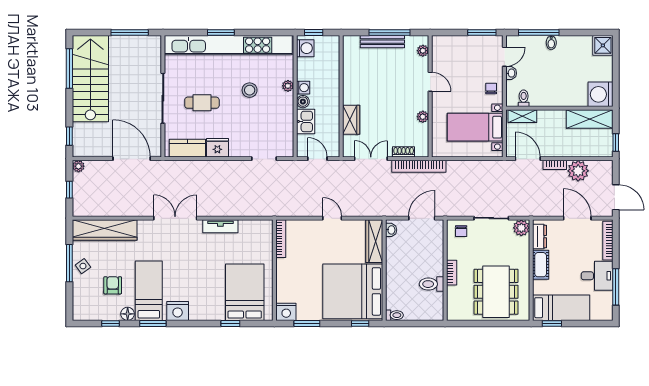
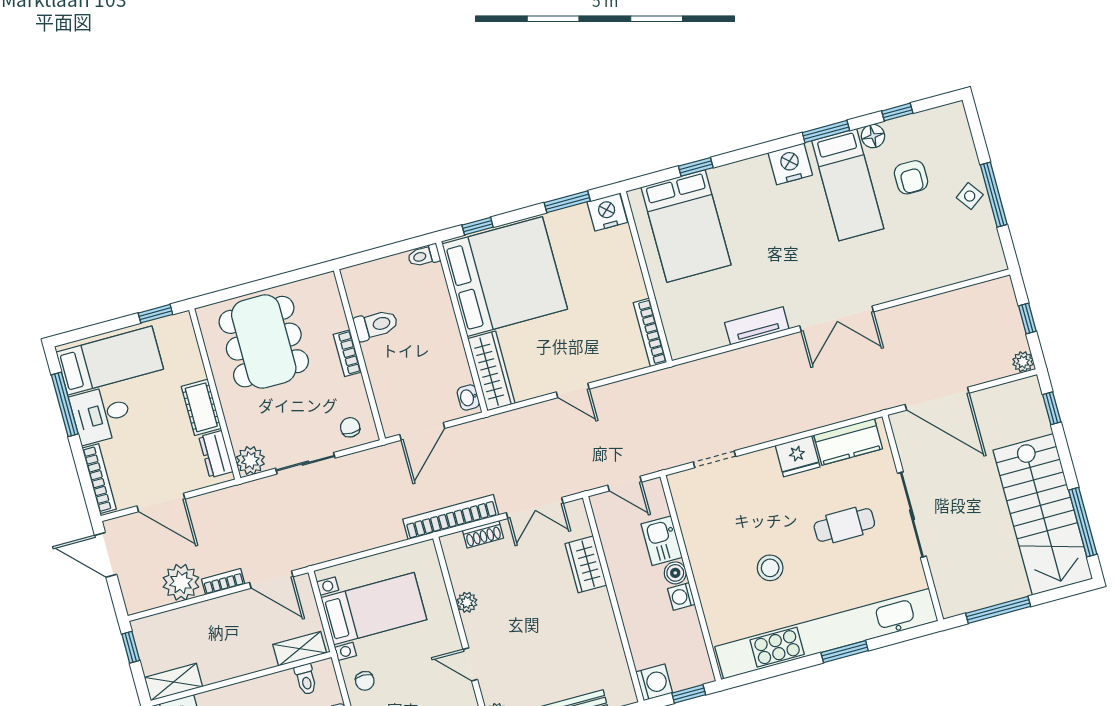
washing machine: (305, 48) -> (654, 682), moved, turned 180
plant: (288, 86) -> (708, 593), removed
shelving: (590, 119) -> (173, 682), width x0.67, depth x0.75
wardrobe: (105, 230) -> (950, 267), removed
bed: (561, 308) -> (110, 361), moved, turned 180

